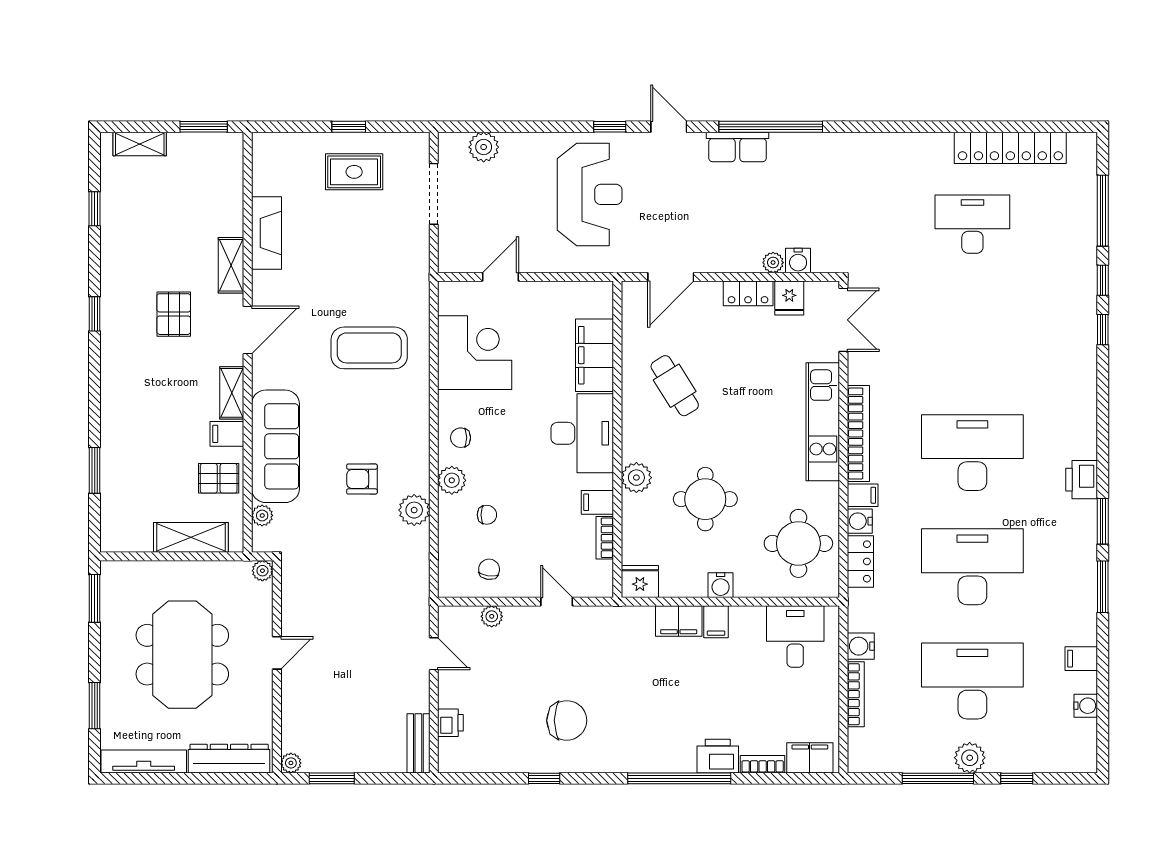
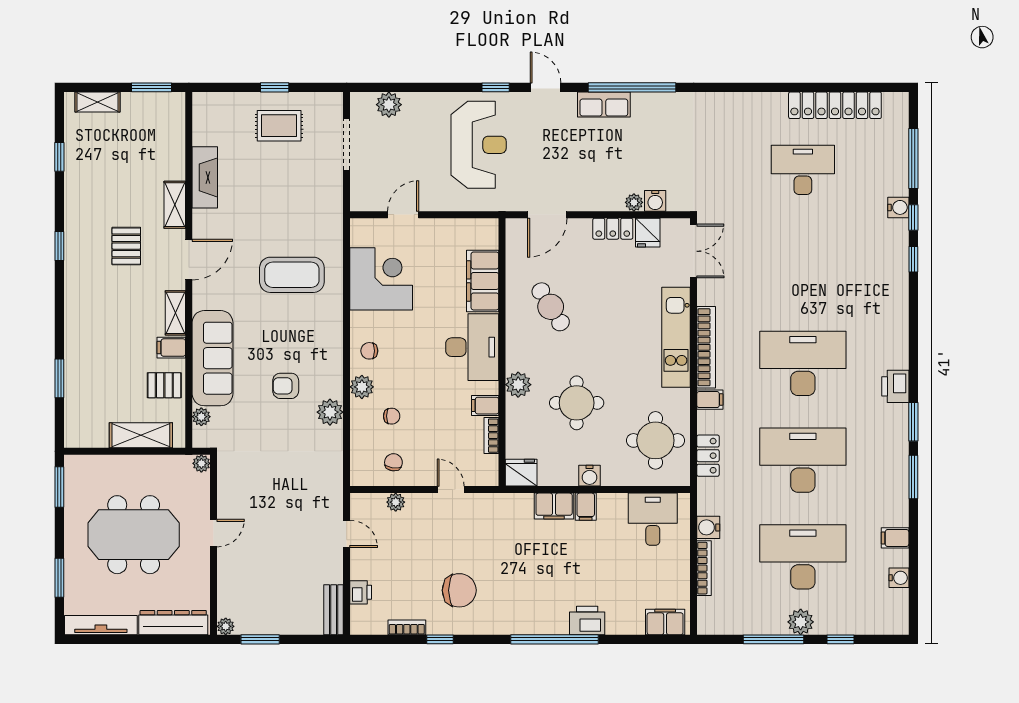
water cooler: (860, 521) -> (898, 207), moved, turned 180
meeting table: (182, 655) -> (134, 535), turned 90
bookcase: (763, 764) -> (407, 627), moved

